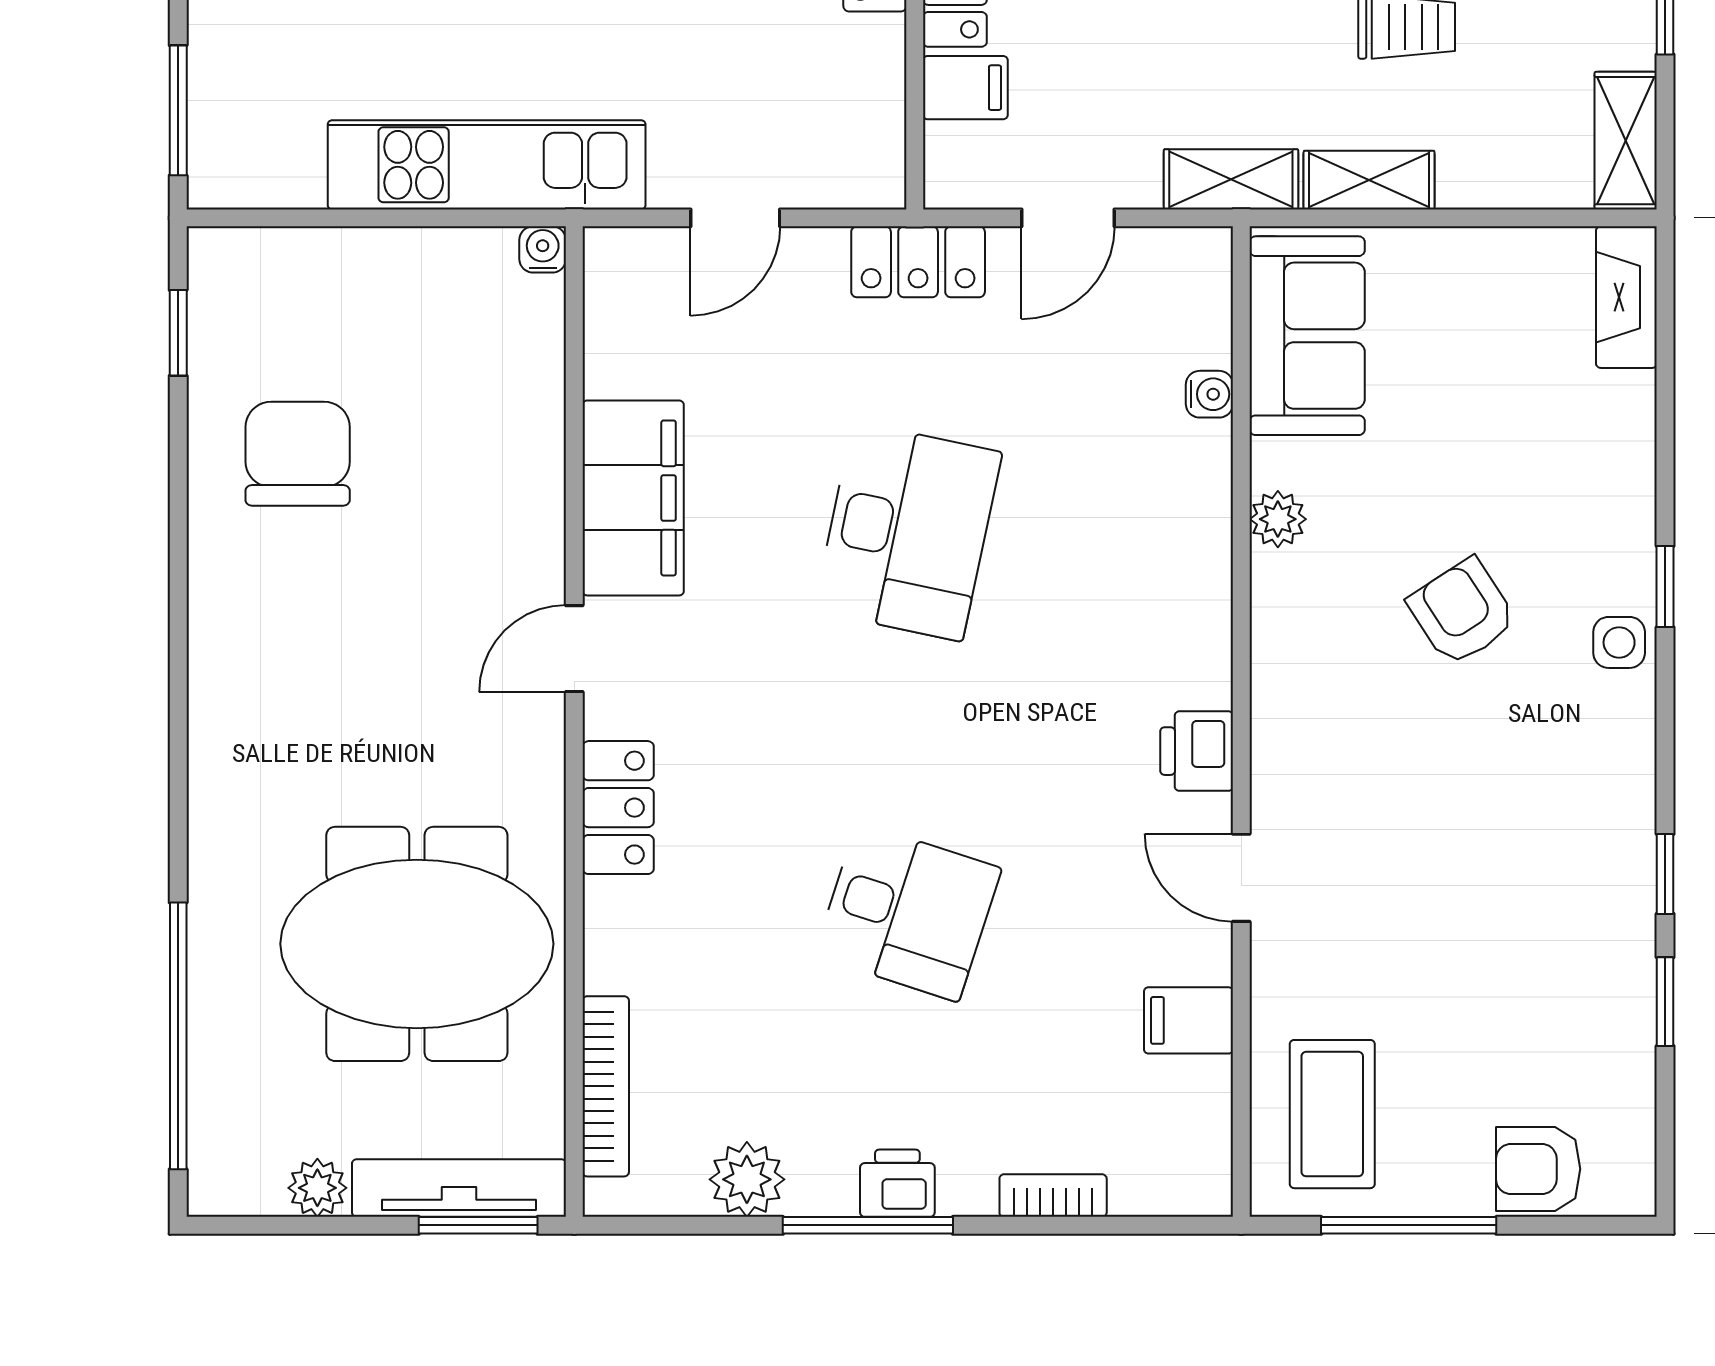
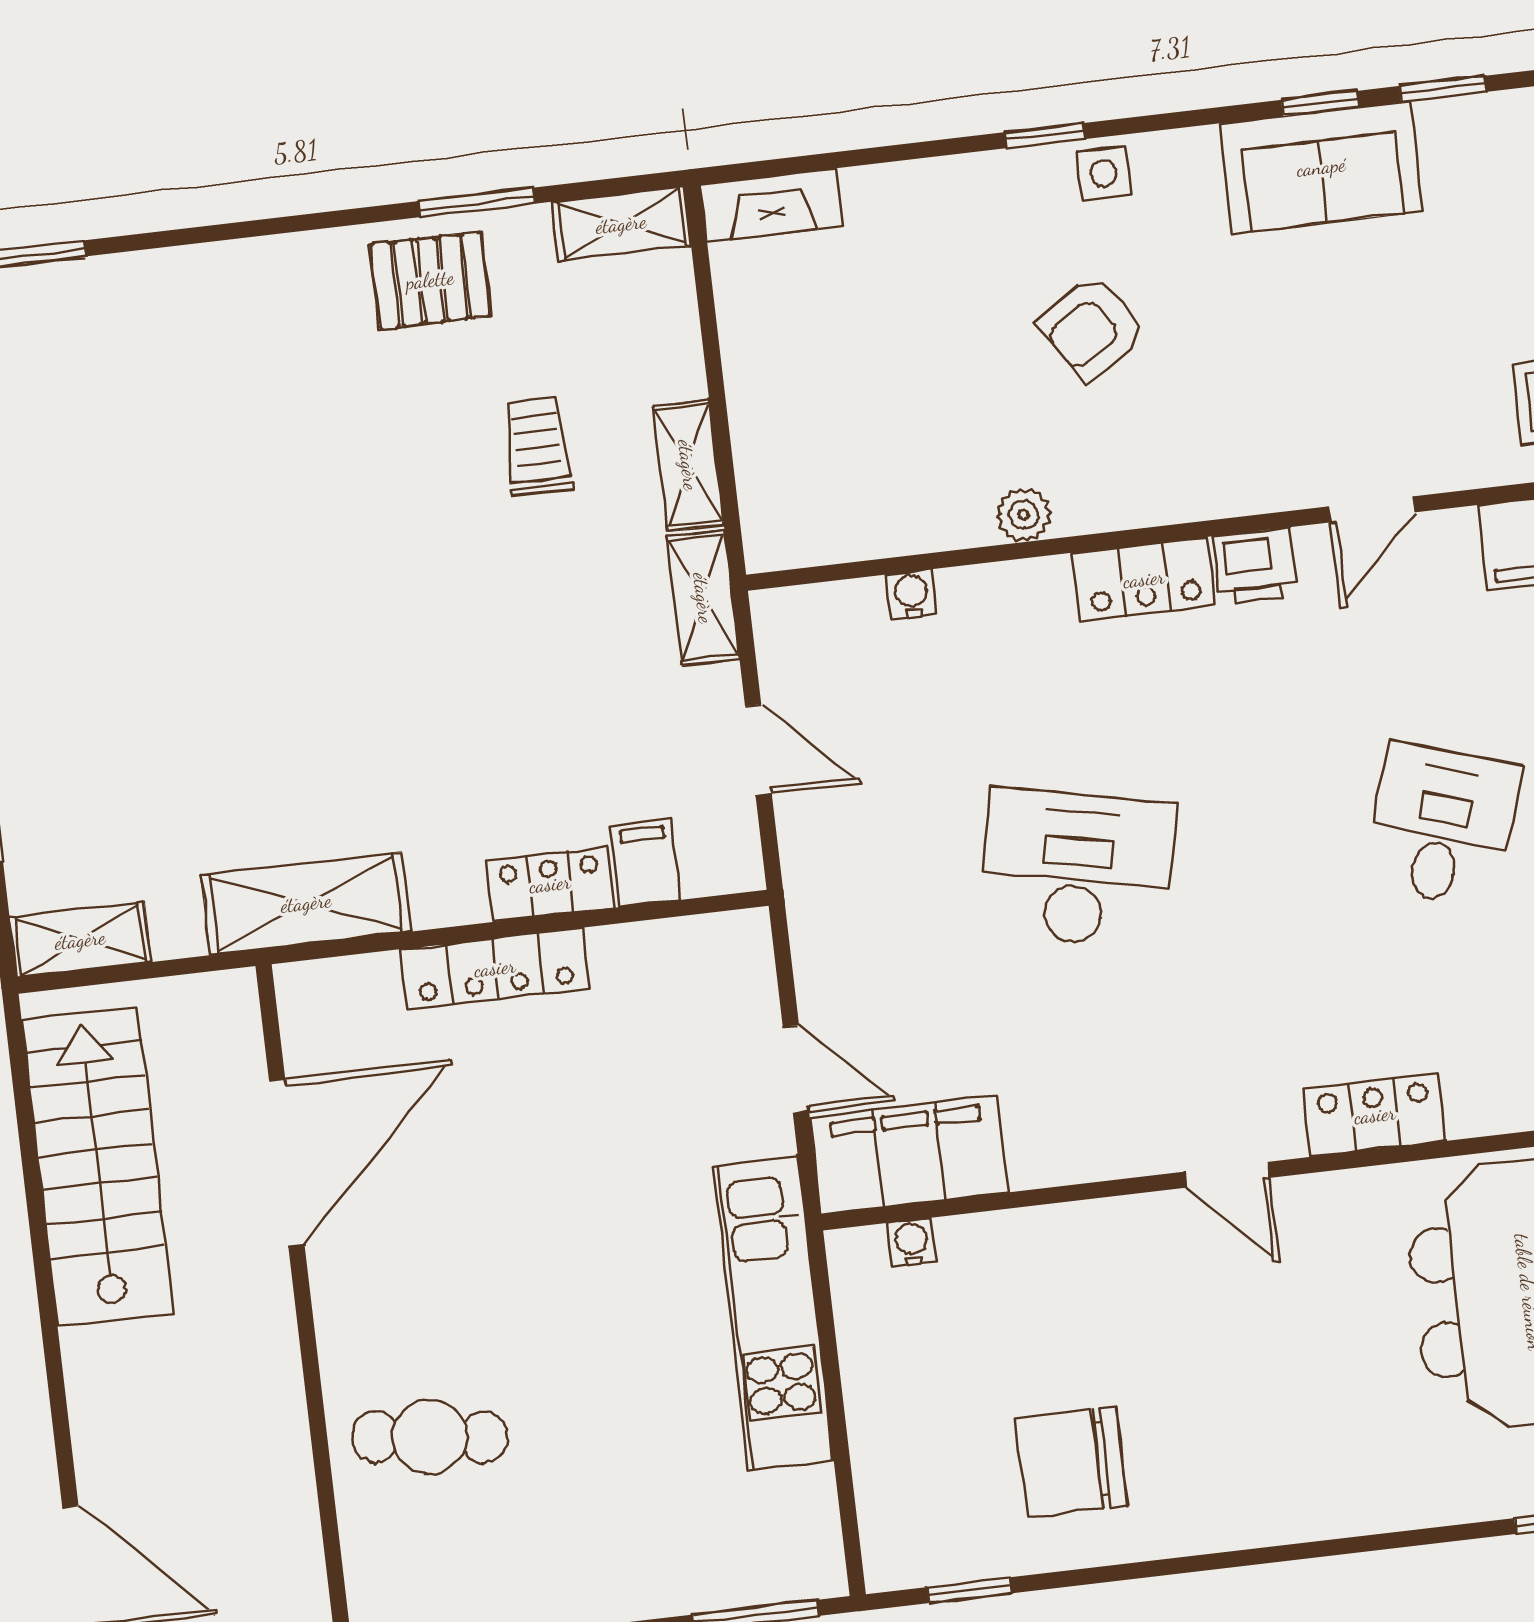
water cooler: (543, 249) -> (912, 1243), moved, turned 90
locker: (918, 262) -> (1144, 579), moved, turned 90
sofa: (1307, 336) -> (1321, 167), moved, turned 180
filing cabinet: (633, 498) -> (909, 1155), moved

